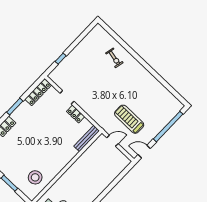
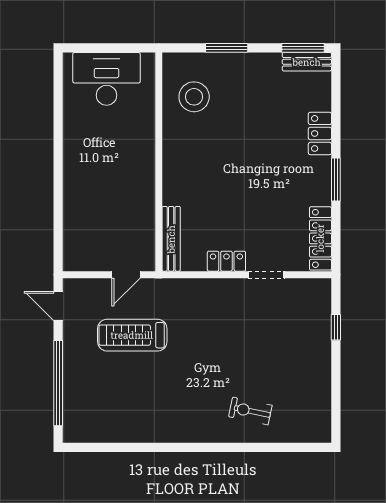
treadmill: (129, 119) -> (132, 335), turned 180
door: (144, 152) -> (58, 306), swing flipped

